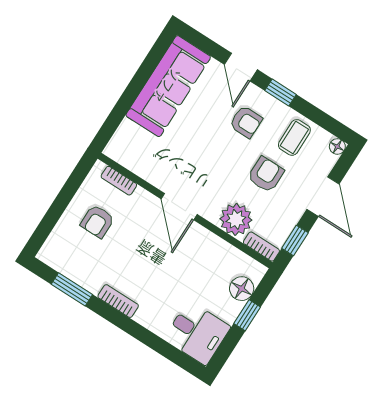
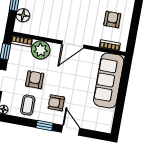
sofa: (168, 86) -> (109, 81), moved
armchair: (266, 174) -> (35, 80), turned 180
door: (179, 207) -> (73, 44), swing flipped

